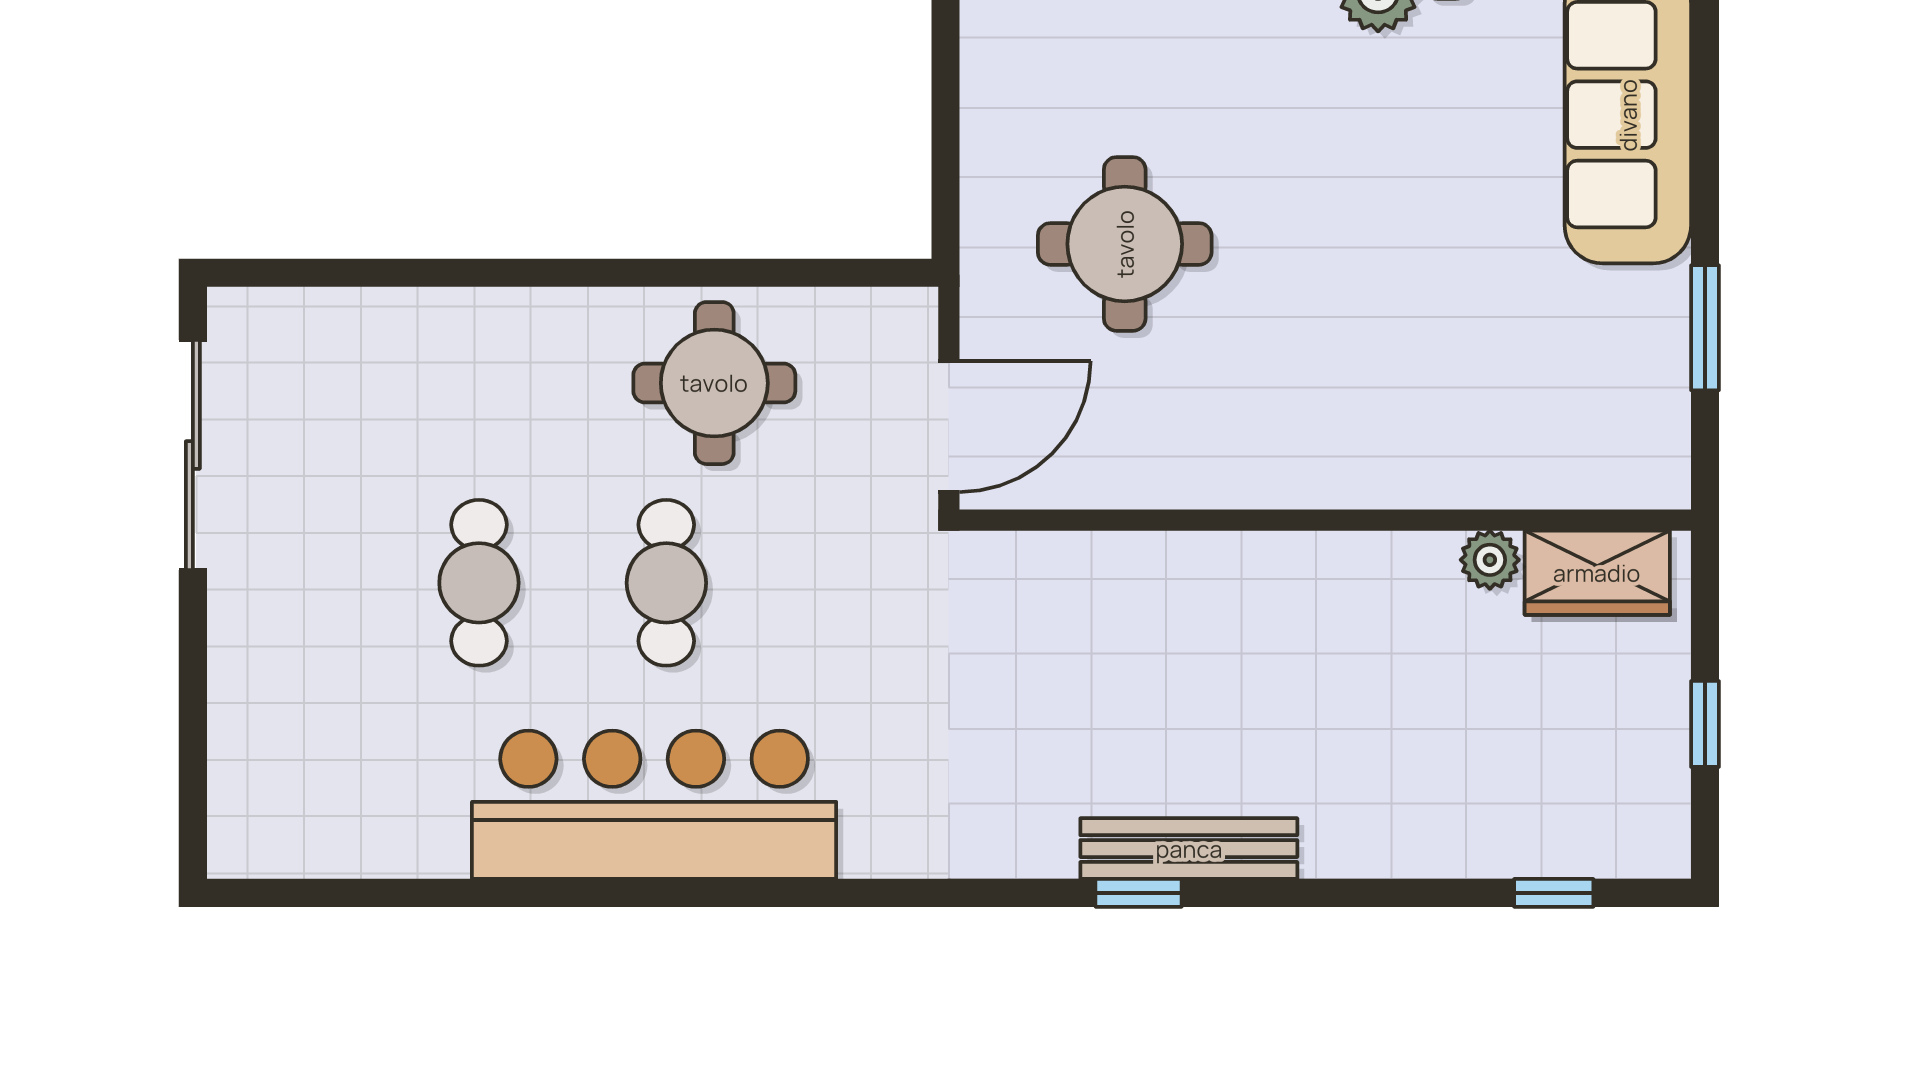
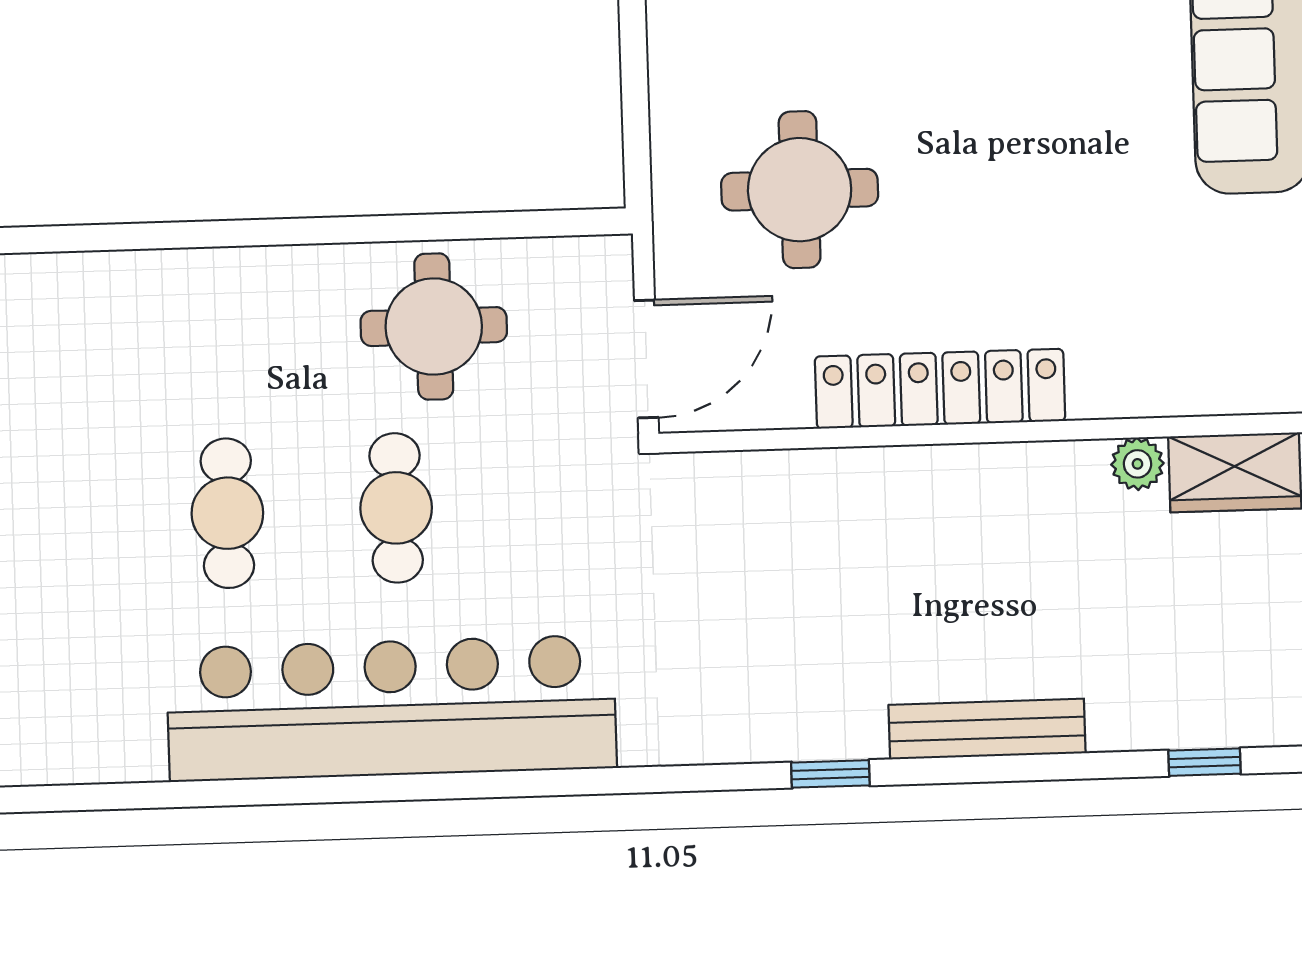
locker: (1273, 470) -> (940, 389), added
bar counter: (654, 805) -> (391, 708), width x1.36
bench: (1189, 849) -> (987, 729), moved

